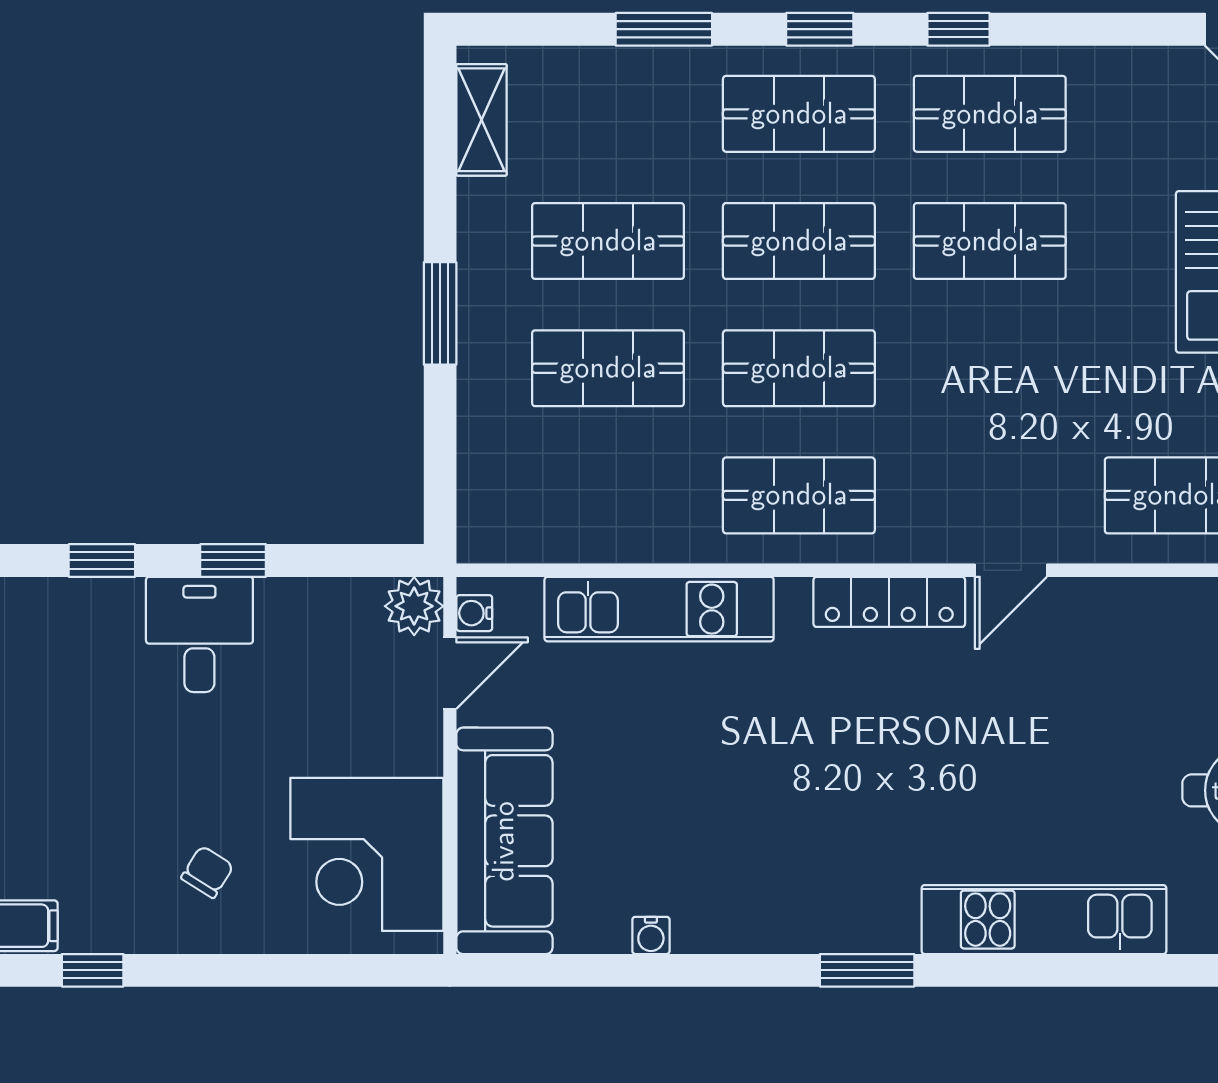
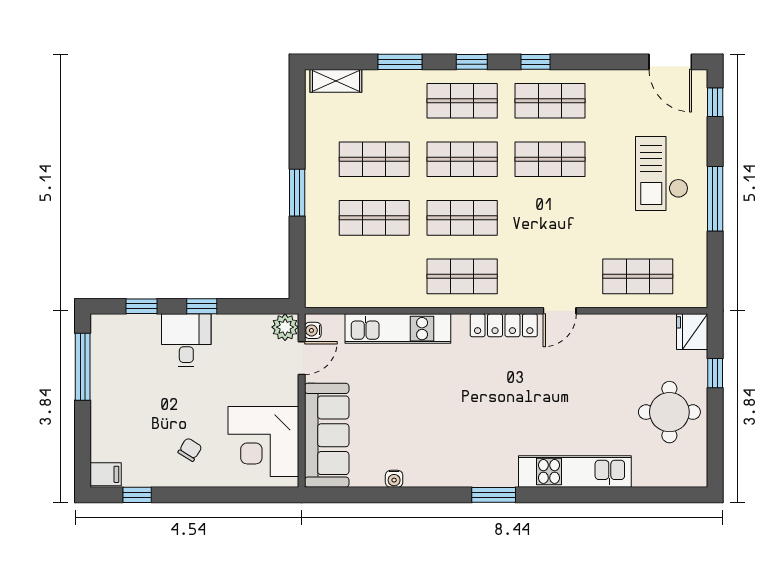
shelving: (481, 120) -> (336, 81), moved, turned 90

